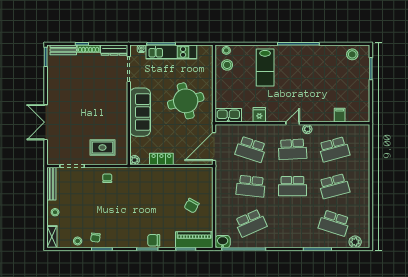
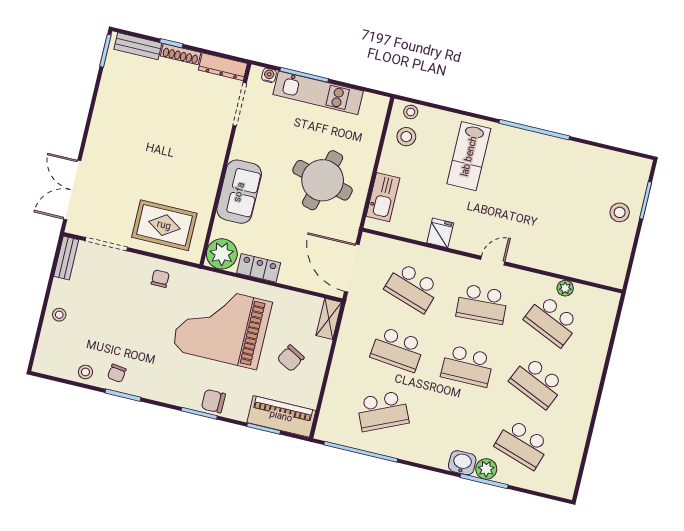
stool: (352, 54) -> (620, 212), moved
round table: (186, 101) -> (323, 180), turned 30
sofa: (140, 112) -> (239, 192), width x0.73
kitchen sink: (228, 115) -> (383, 197), moved, turned 90
filing cabinet: (340, 115) -> (575, 266), removed
double door: (46, 122) -> (72, 190), moved
plant: (307, 129) -> (565, 288), moved
door: (214, 146) -> (352, 268), hinge flipped
rug: (102, 147) -> (164, 225), width x1.36, depth x1.43
school desk: (334, 149) -> (552, 321), turned 39
plant: (135, 160) -> (222, 254), width x1.88, depth x1.88
bench: (51, 184) -> (66, 258), width x0.73
school desk: (334, 186) -> (537, 383), turned 39
grand piano: (148, 197) -> (222, 326), added
shelving: (52, 237) -> (329, 319), moved
washbasin: (223, 242) -> (462, 463), moved
plant: (355, 242) -> (486, 469), moved

